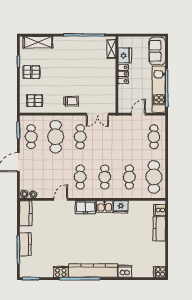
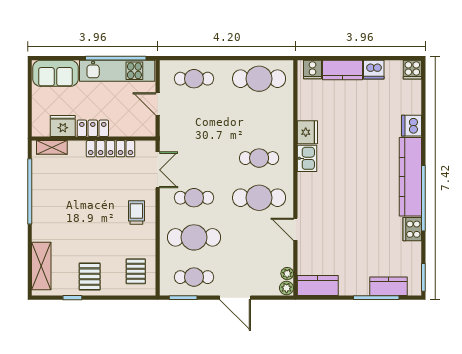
locker: (111, 85) -> (111, 149), added
cafe table: (80, 177) -> (259, 198), width x1.37, depth x1.35
cafe table: (129, 177) -> (259, 118), removed
freezer: (86, 207) -> (308, 189), removed
kitchen counter: (25, 244) -> (388, 286), moved
dishwasher: (160, 248) -> (374, 70), added

